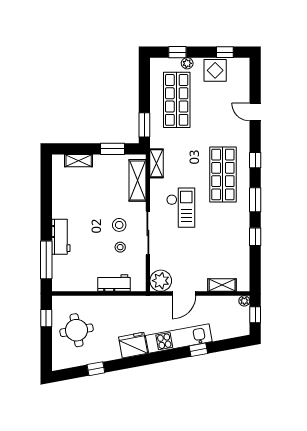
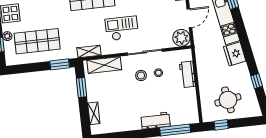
door: (184, 293) -> (189, 18), hinge flipped

